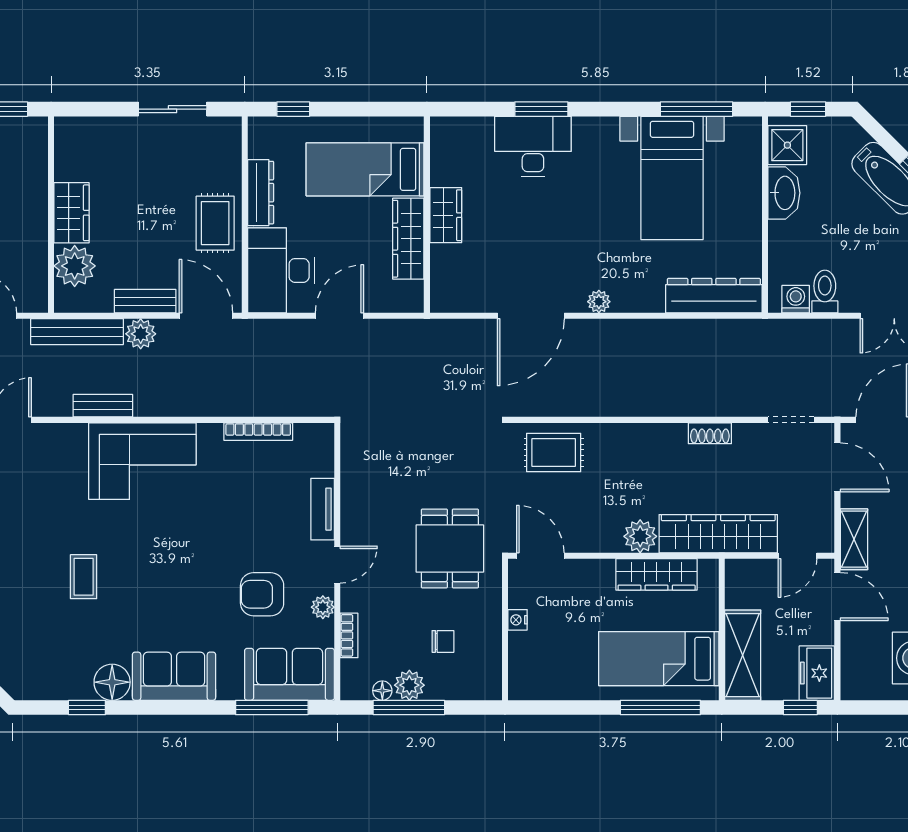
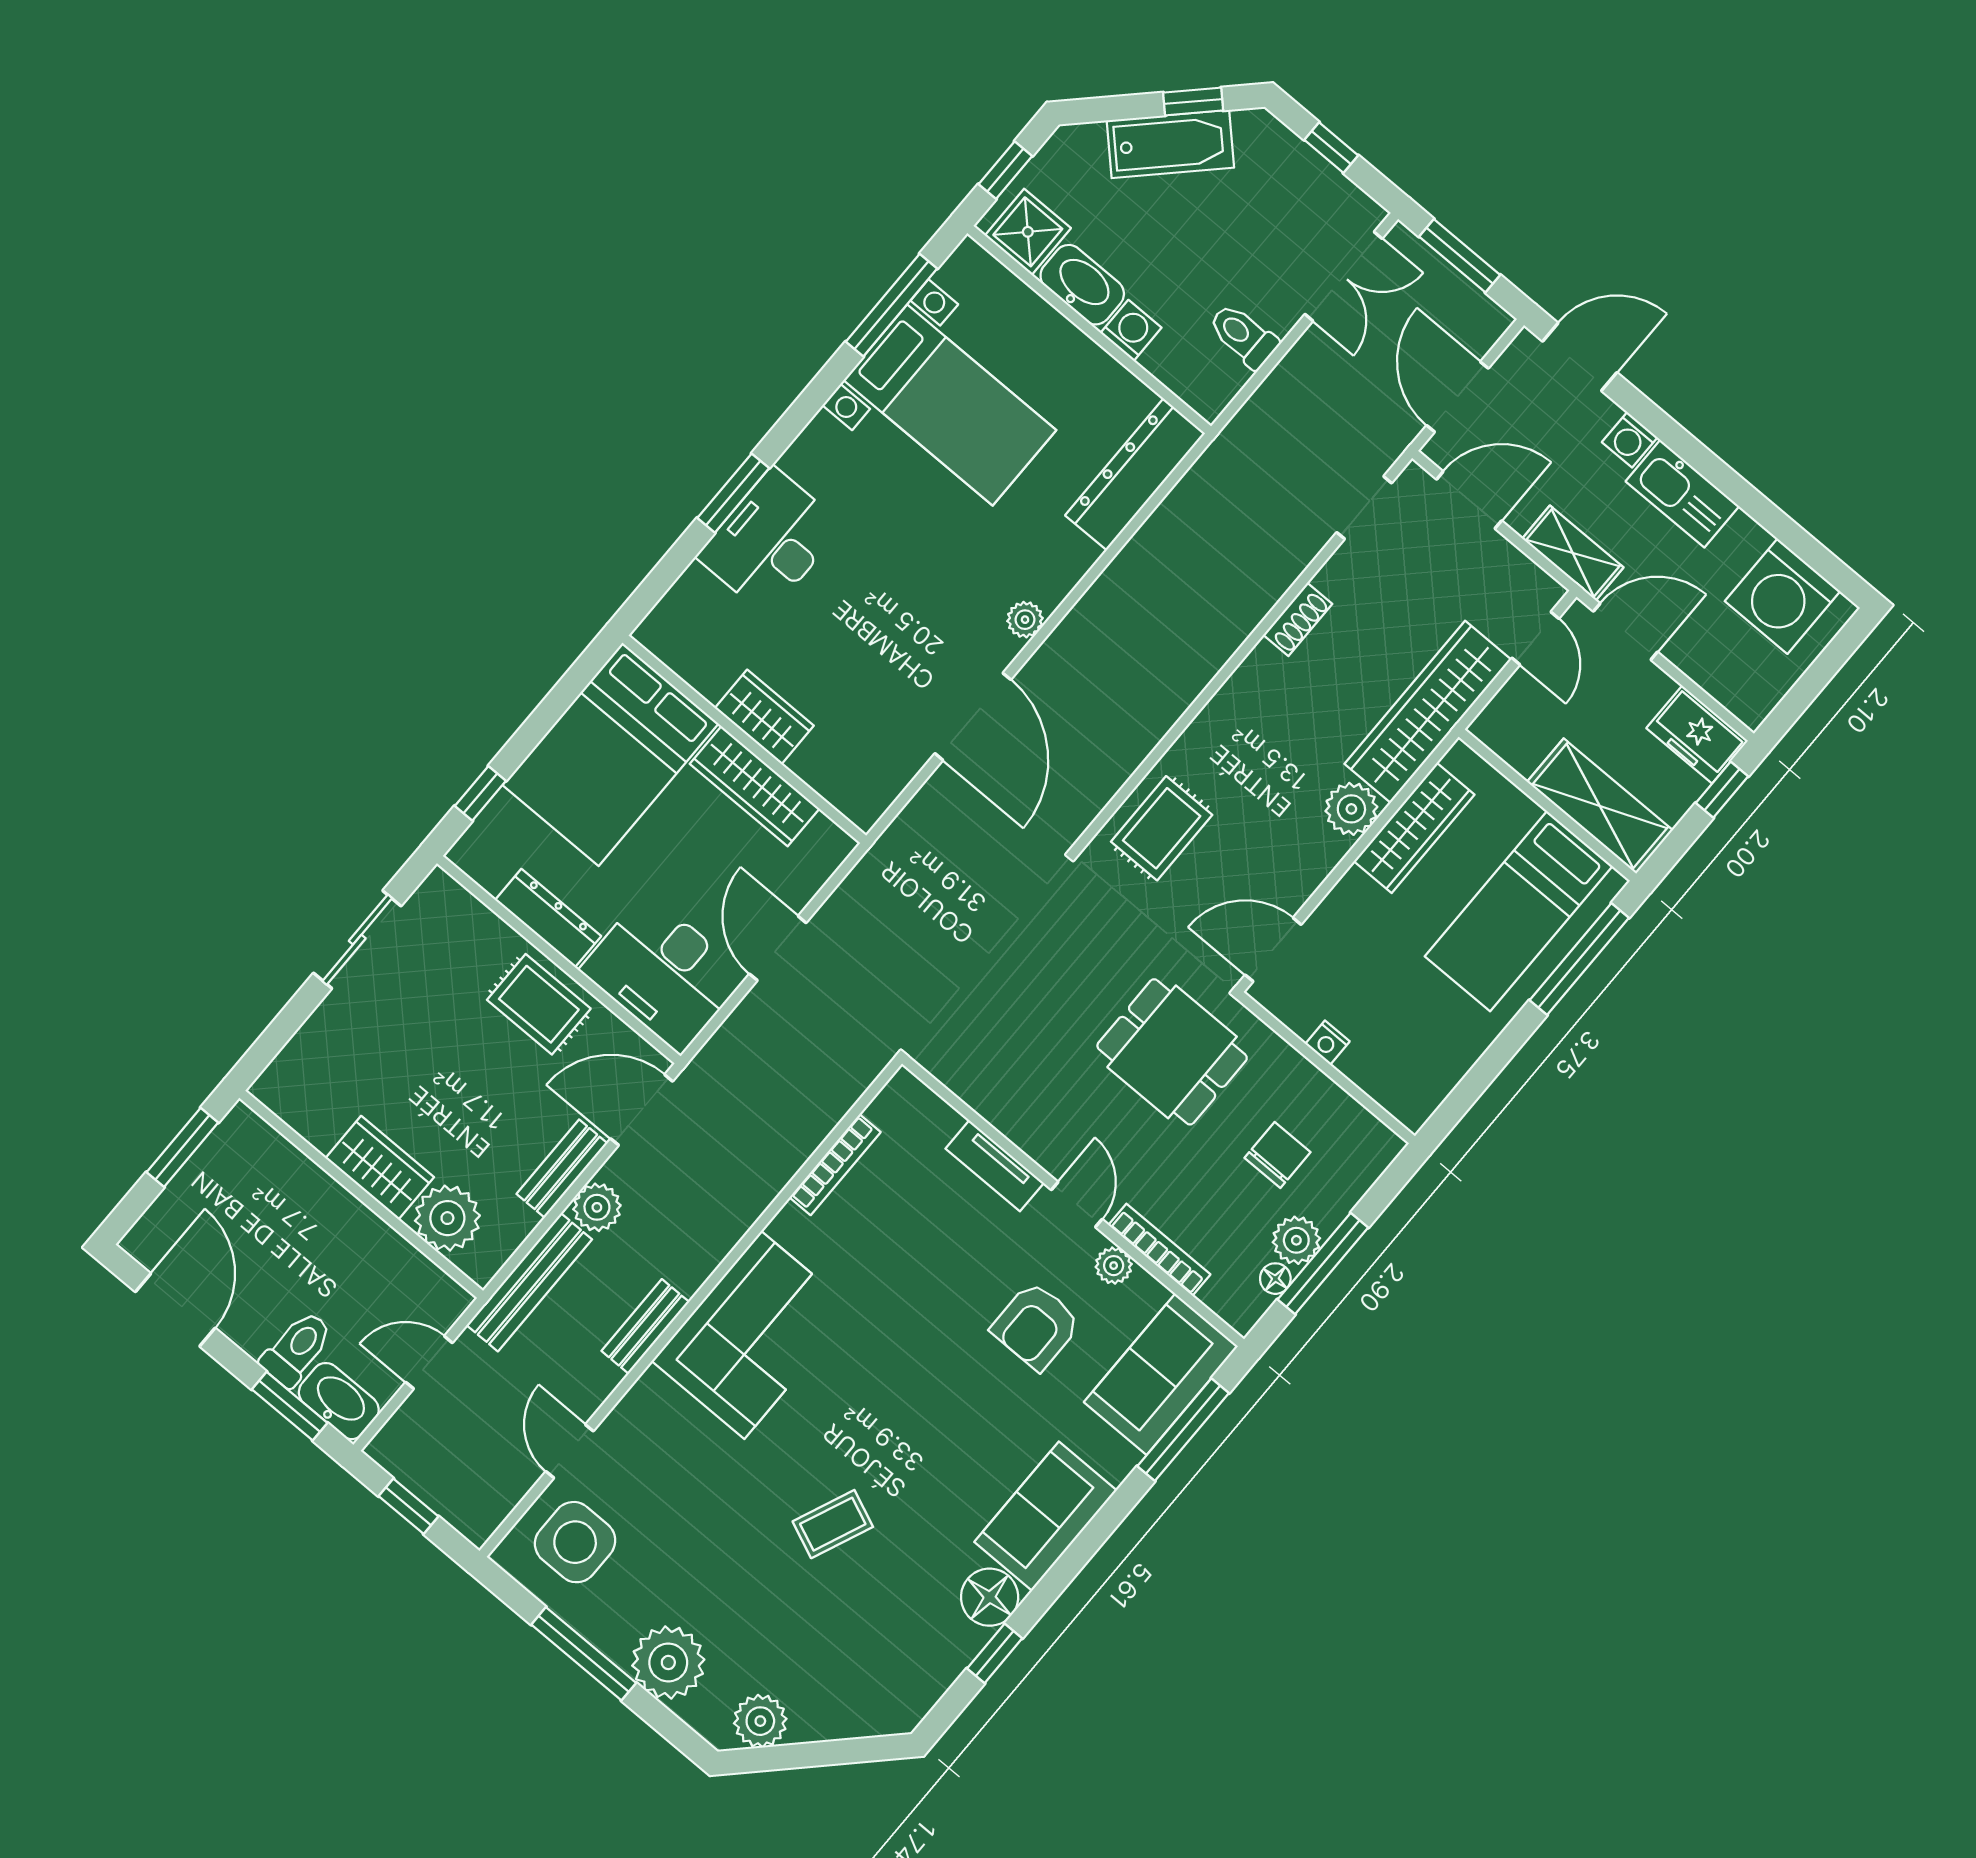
bed: (365, 169) -> (611, 754), width x1.50
washing machine: (796, 299) -> (1131, 330), moved, turned 90
coffee table: (84, 577) -> (833, 1524), turned -67
bookcase: (349, 635) -> (1159, 1250), width x1.56
chair: (443, 641) -> (1277, 1155), width x1.37, depth x1.37

